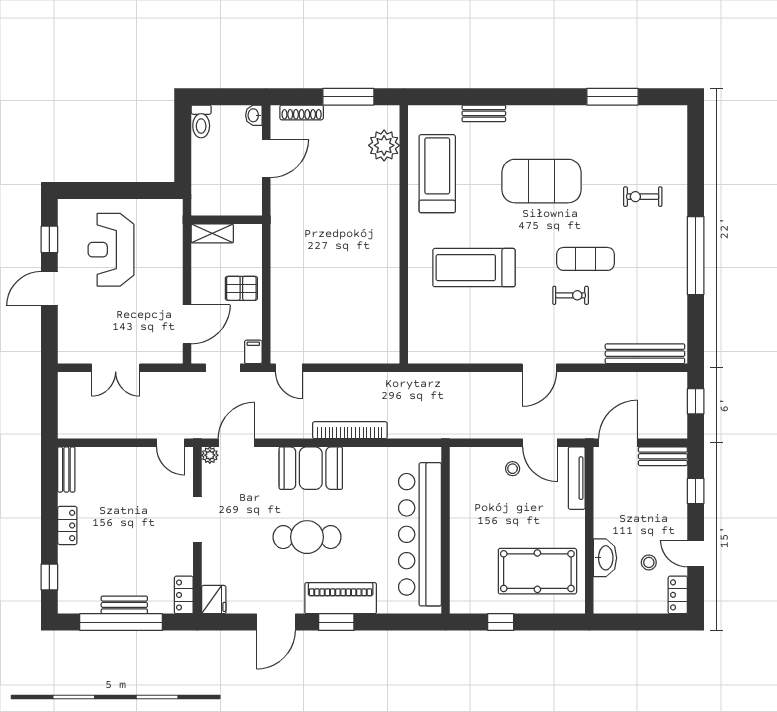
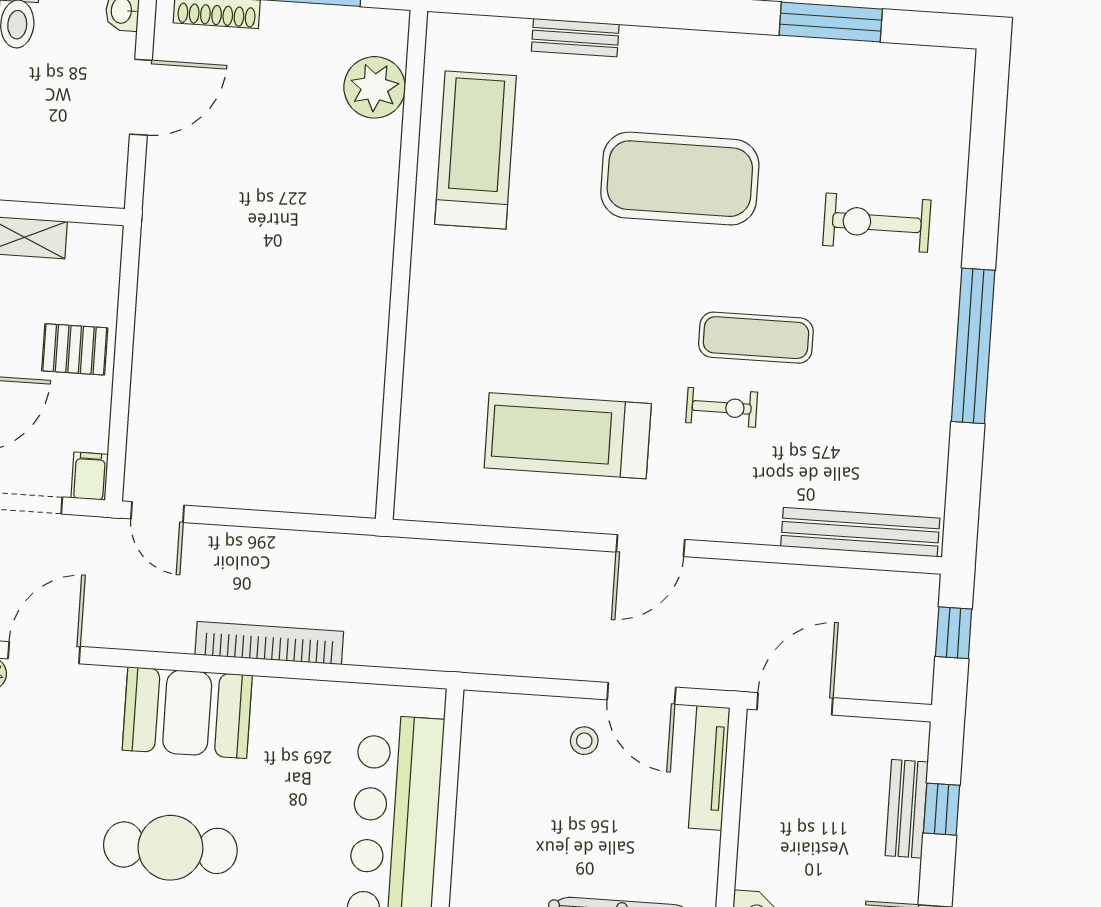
exercise bike: (643, 197) -> (877, 223), width x1.38, depth x1.39
treadmill: (474, 268) -> (568, 436), moved
bench: (663, 456) -> (907, 809), moved, turned 90

